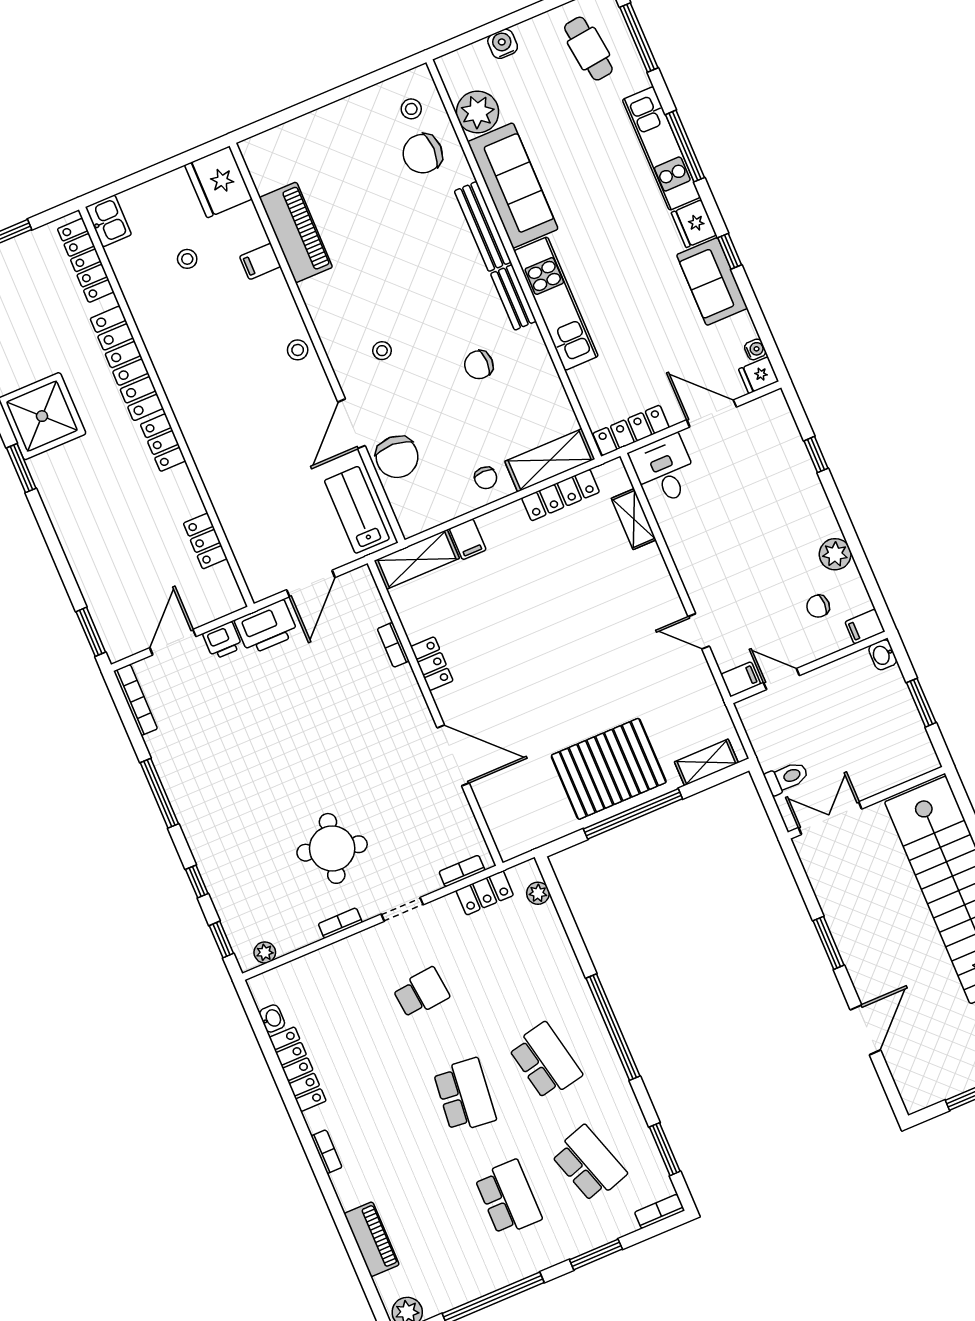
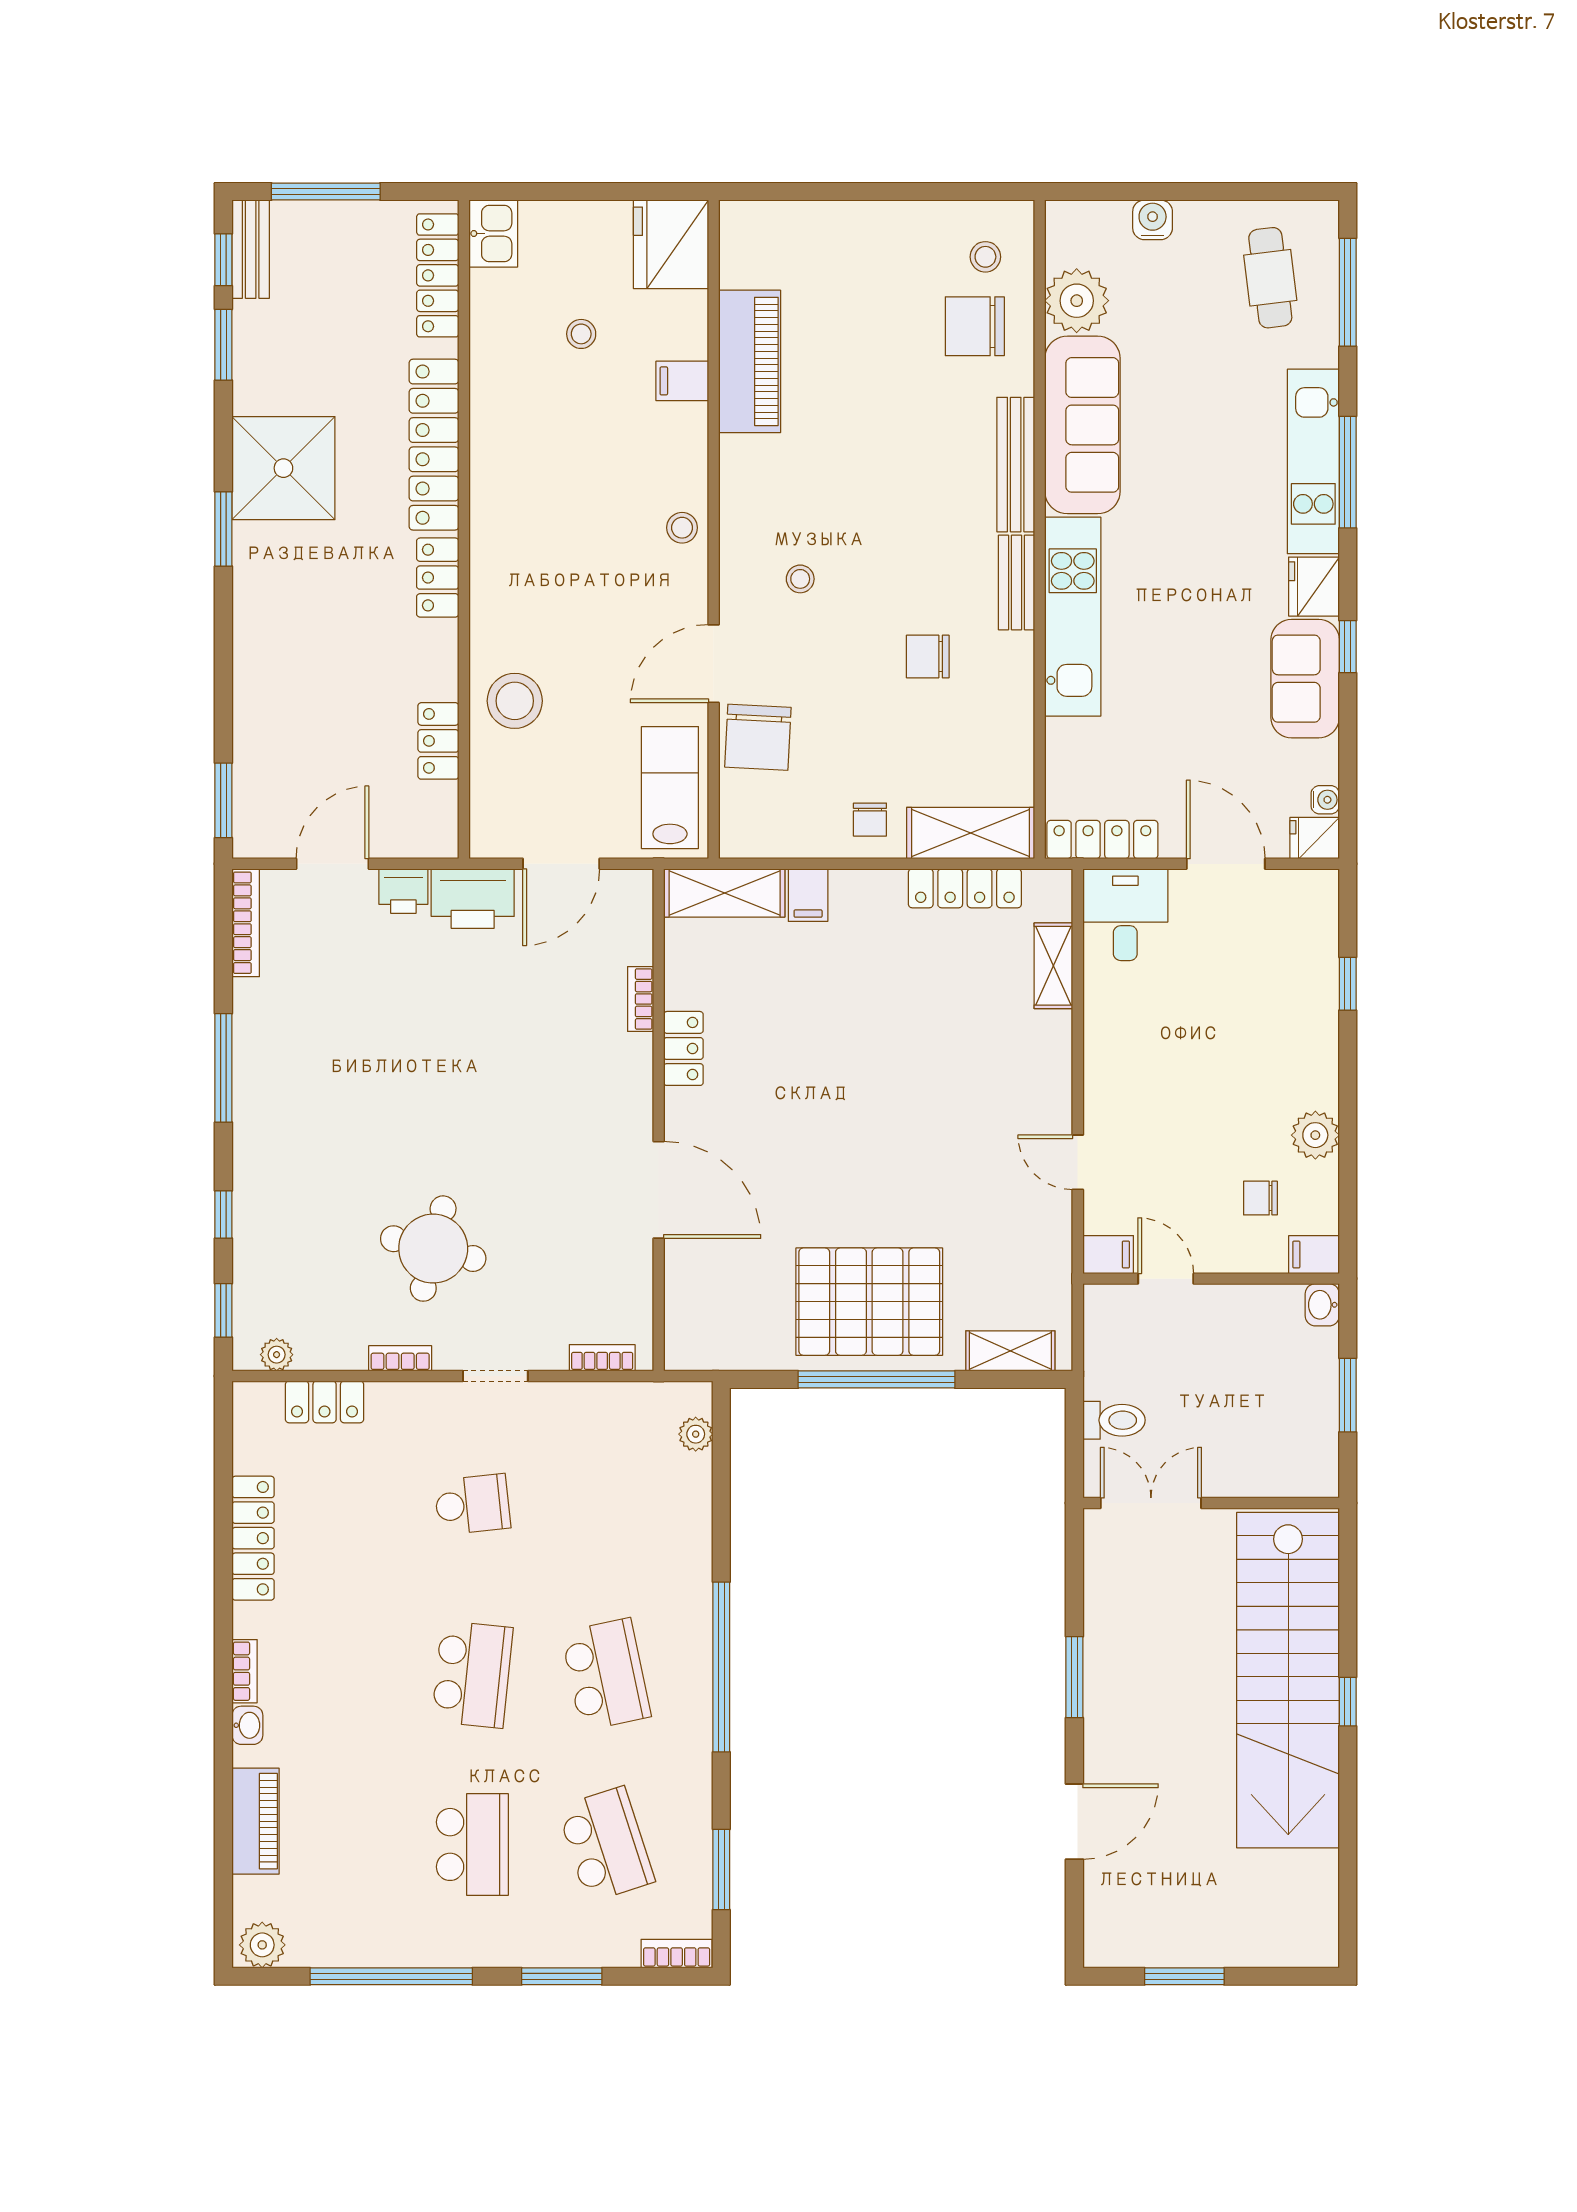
stool: (241, 497) -> (515, 701), added
locker: (485, 893) -> (325, 1402), moved
washbasin: (272, 1019) -> (247, 1725), moved

